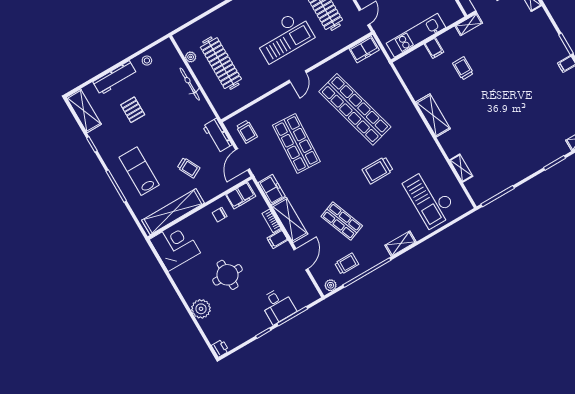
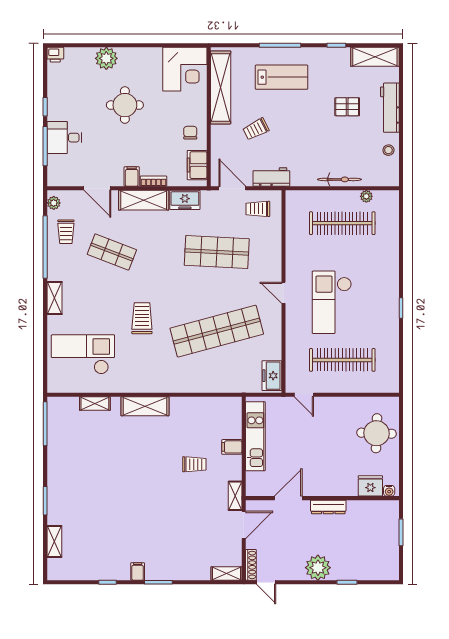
shelving: (433, 115) -> (145, 406), moved
shop shelf: (342, 221) -> (112, 252), turned 42

